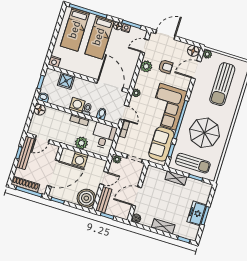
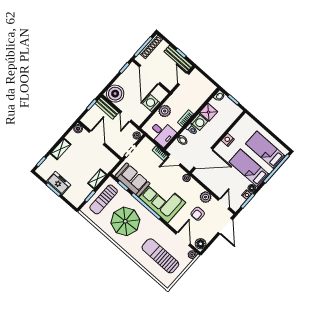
nightstand: (54, 62) -> (228, 140), moved
shower: (66, 81) -> (208, 112), moved
floor lamp: (40, 110) -> (210, 88), removed

